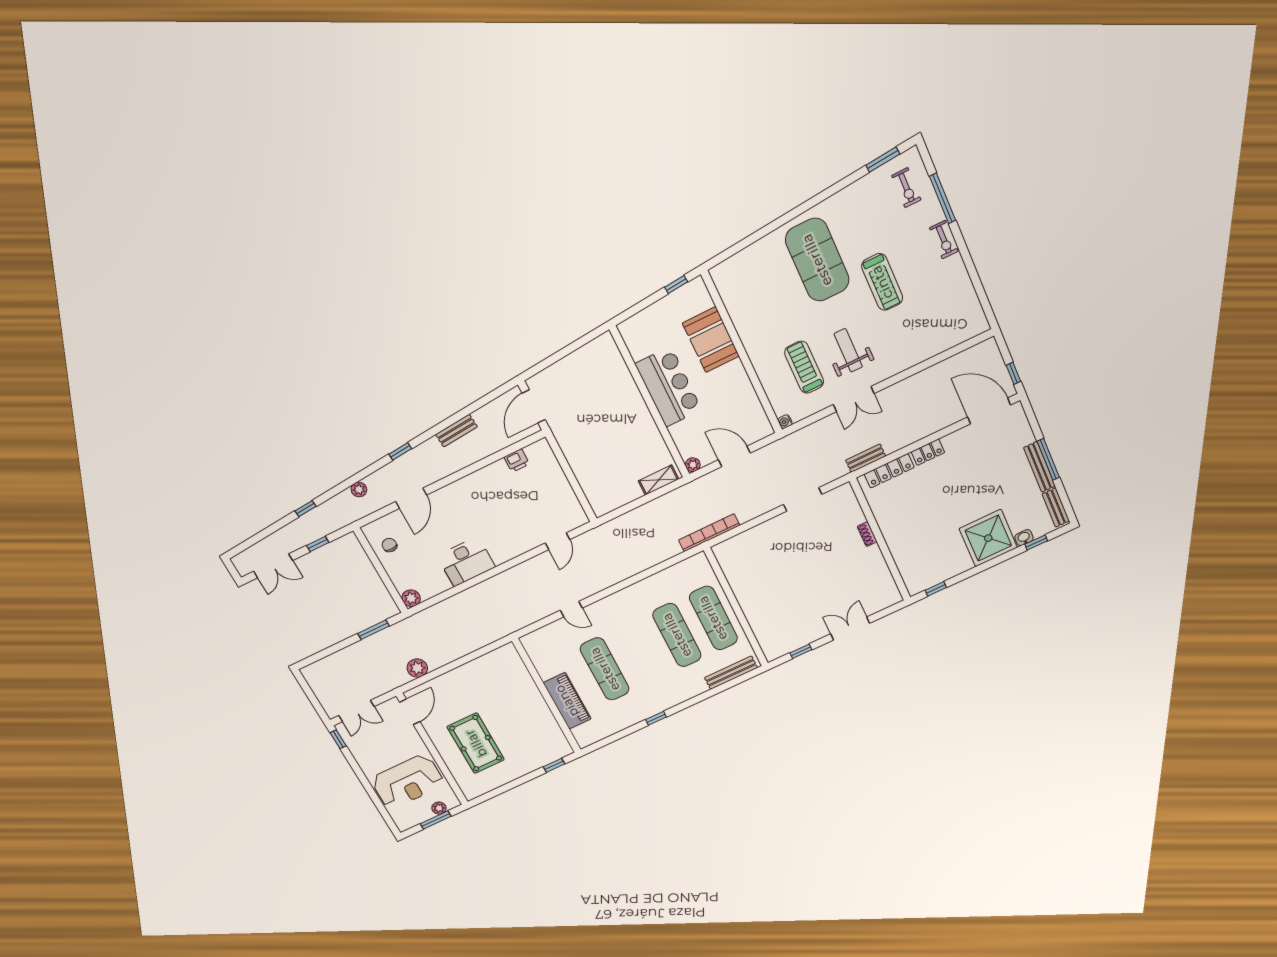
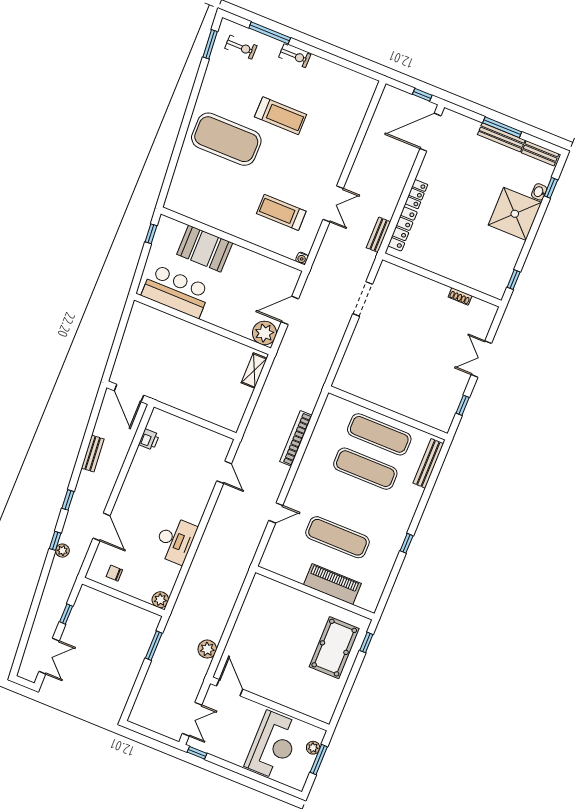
weight bench: (848, 350) -> (300, 177), removed
bar counter: (669, 387) -> (176, 291), moved
plant: (693, 465) -> (264, 333), width x1.87, depth x1.87
window: (306, 509) -> (55, 541), moved
bookcase: (709, 533) -> (296, 438), moved
shoe rack: (867, 534) -> (460, 296), moved
pool table: (476, 743) -> (334, 648), moved, turned 90

